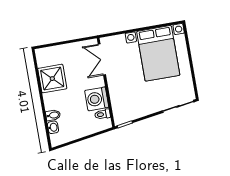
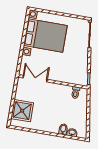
double door: (102, 59) -> (35, 79), swing flipped
shower: (52, 79) -> (22, 111), moved
washing machine: (97, 99) -> (63, 93), removed

